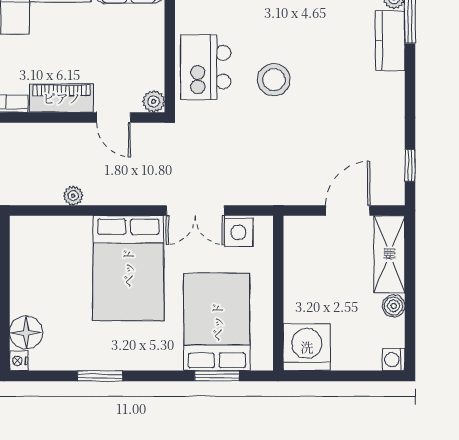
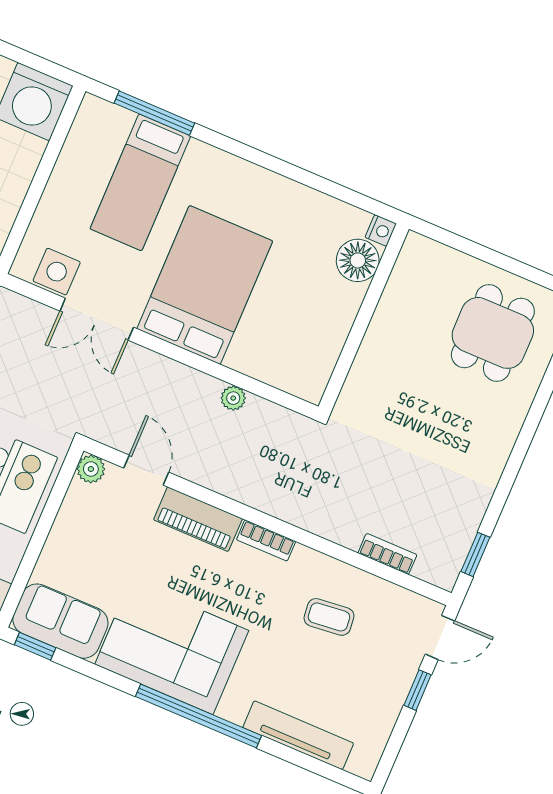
double door: (195, 211) -> (97, 319), swing flipped
bed: (217, 322) -> (140, 182), width x0.67
window: (100, 376) -> (292, 172), removed
window: (217, 376) -> (154, 113), width x1.44

